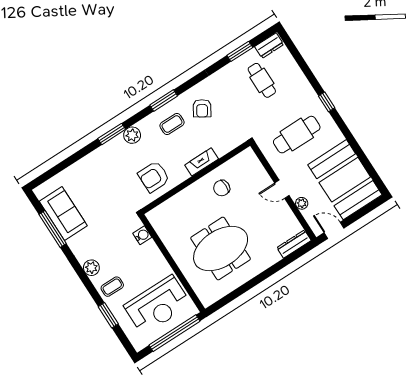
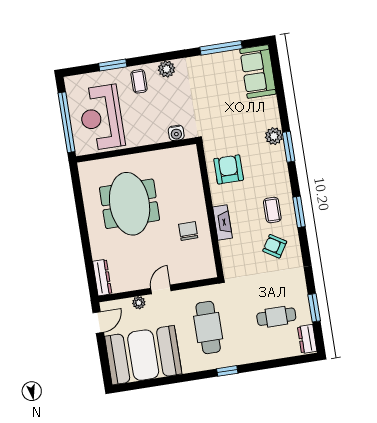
plant: (132, 135) -> (274, 136), moved
sofa: (63, 213) -> (258, 72), moved, turned 90

